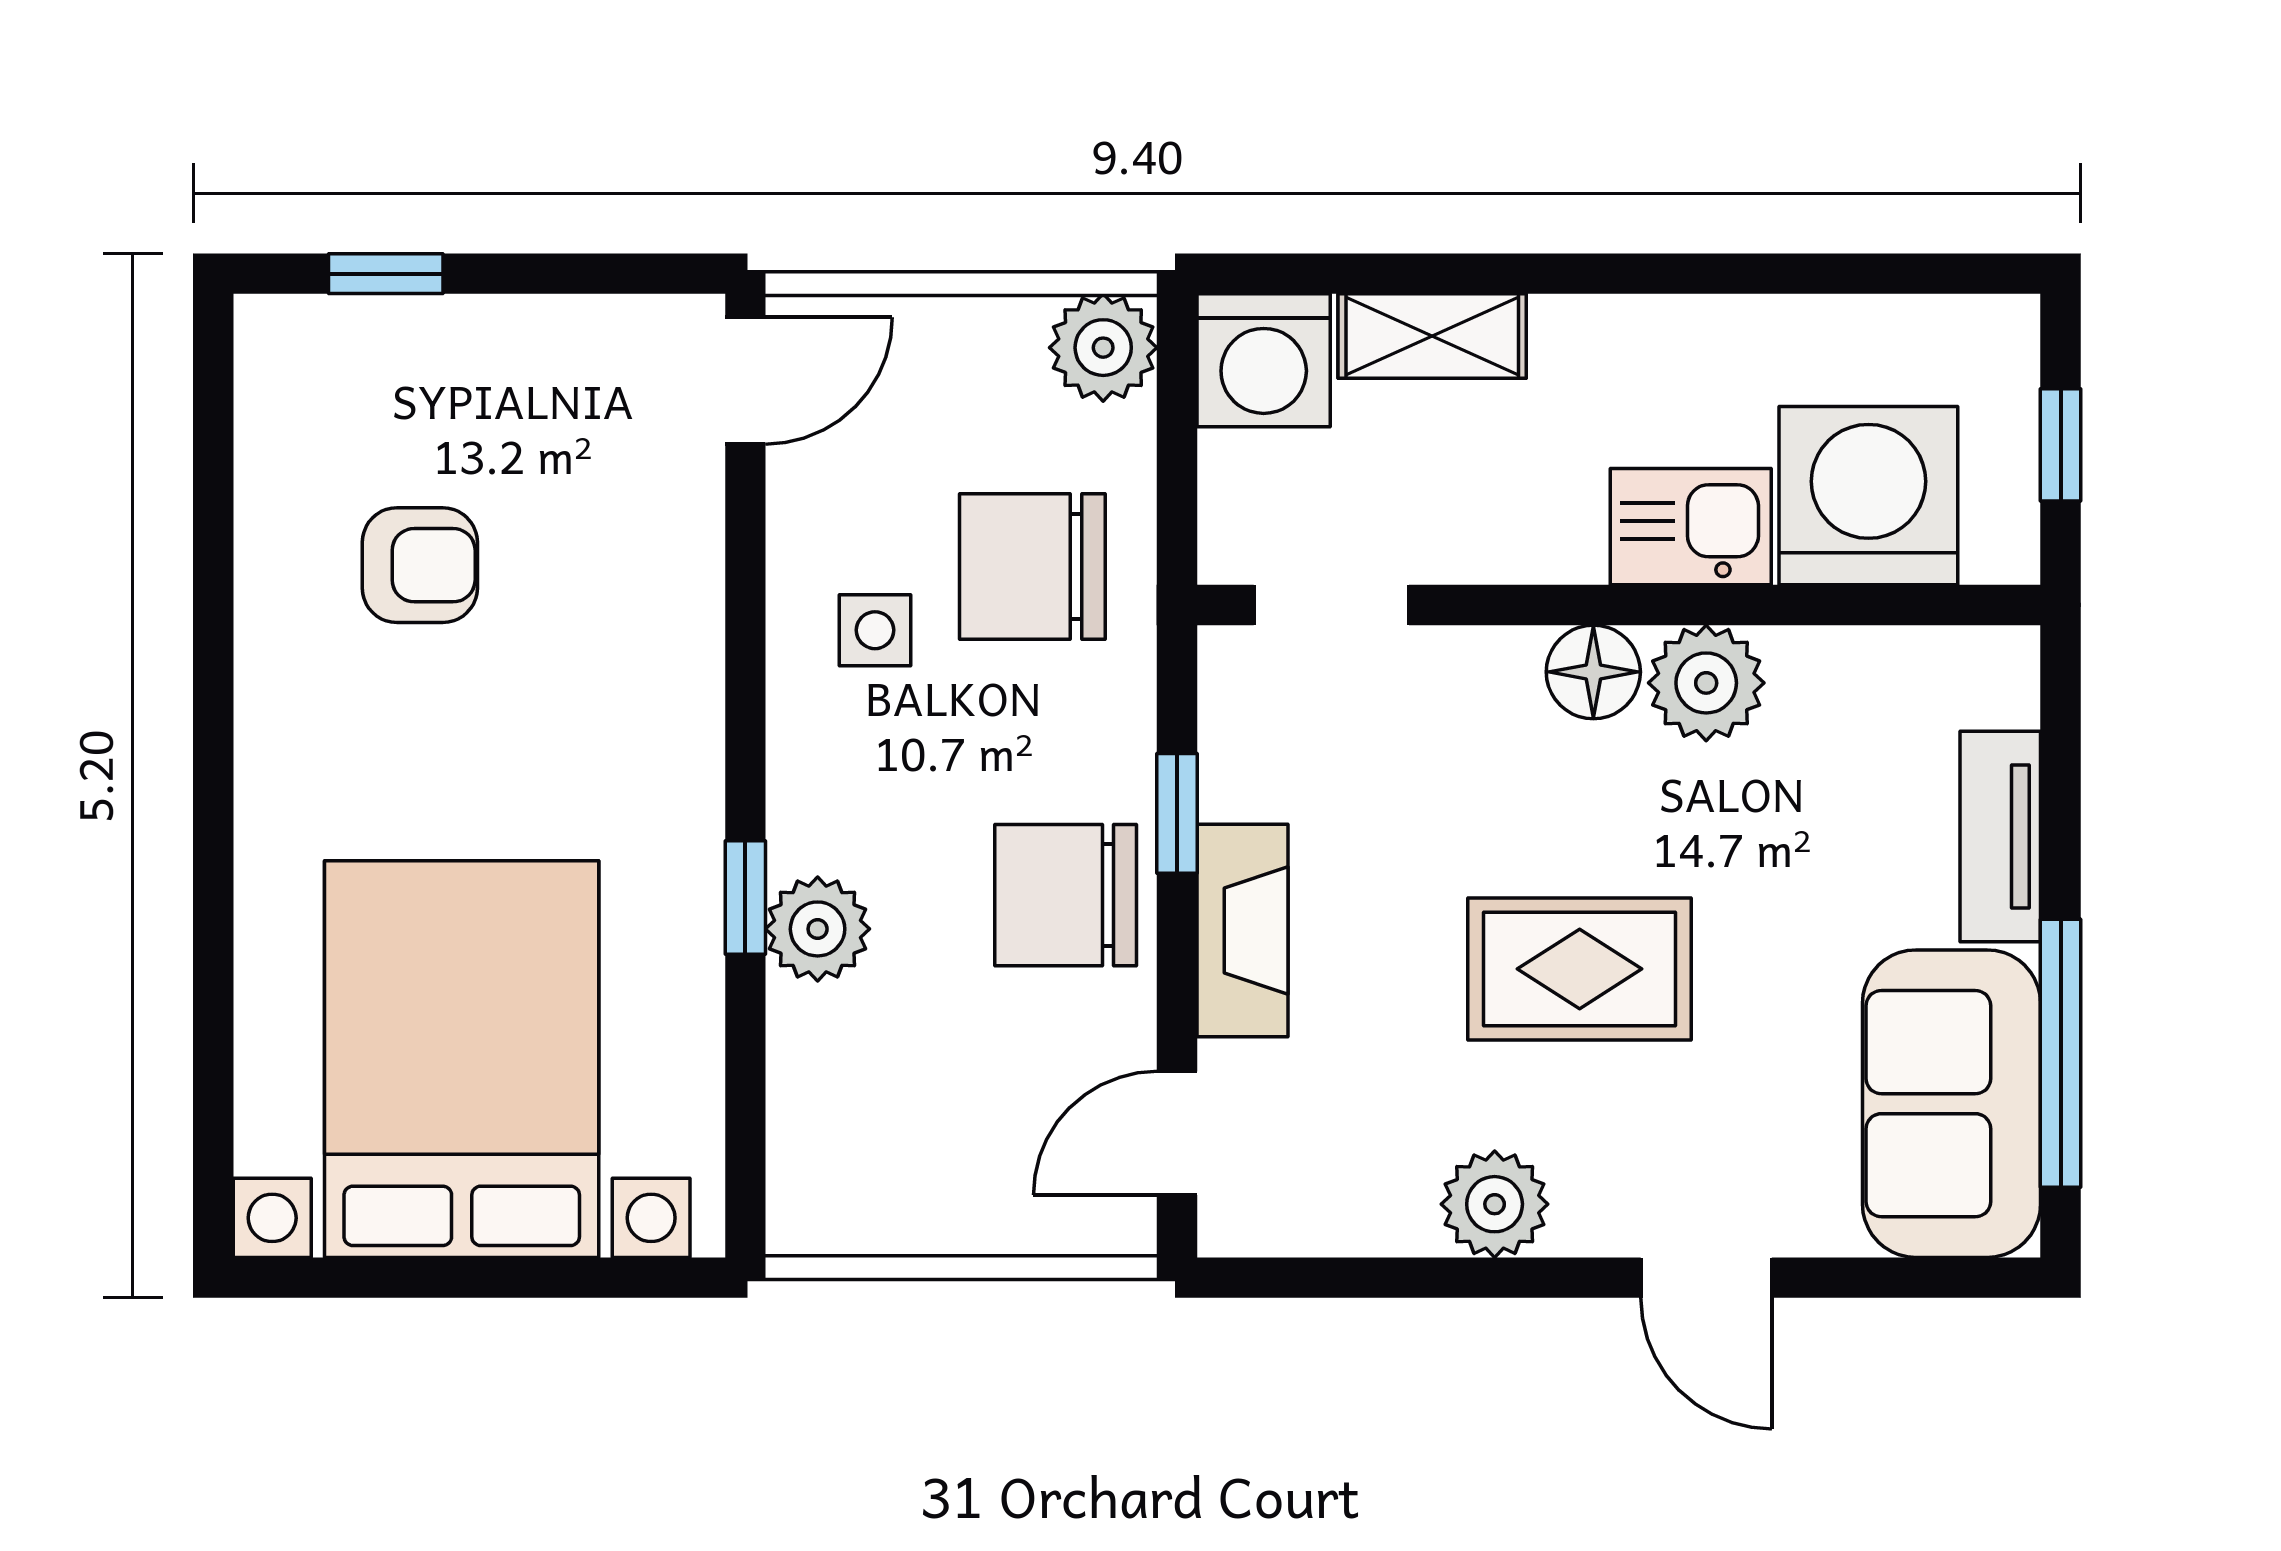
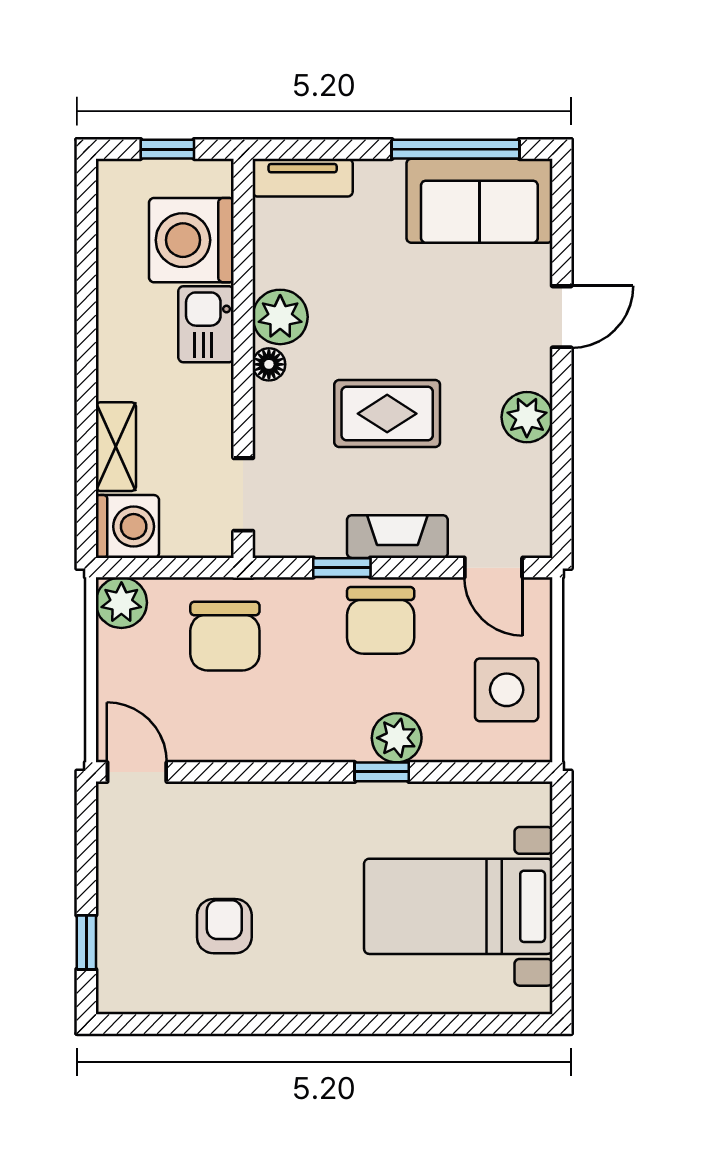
side table: (875, 630) -> (507, 690), moved, width x1.87, depth x1.87
floor lamp: (1593, 672) -> (269, 364), width x0.73, depth x0.73
tv unit: (2000, 836) -> (303, 178), moved
rug: (1580, 969) -> (387, 414), moved, turned 90
bed with nightstands: (462, 1059) -> (458, 906), width x0.73

